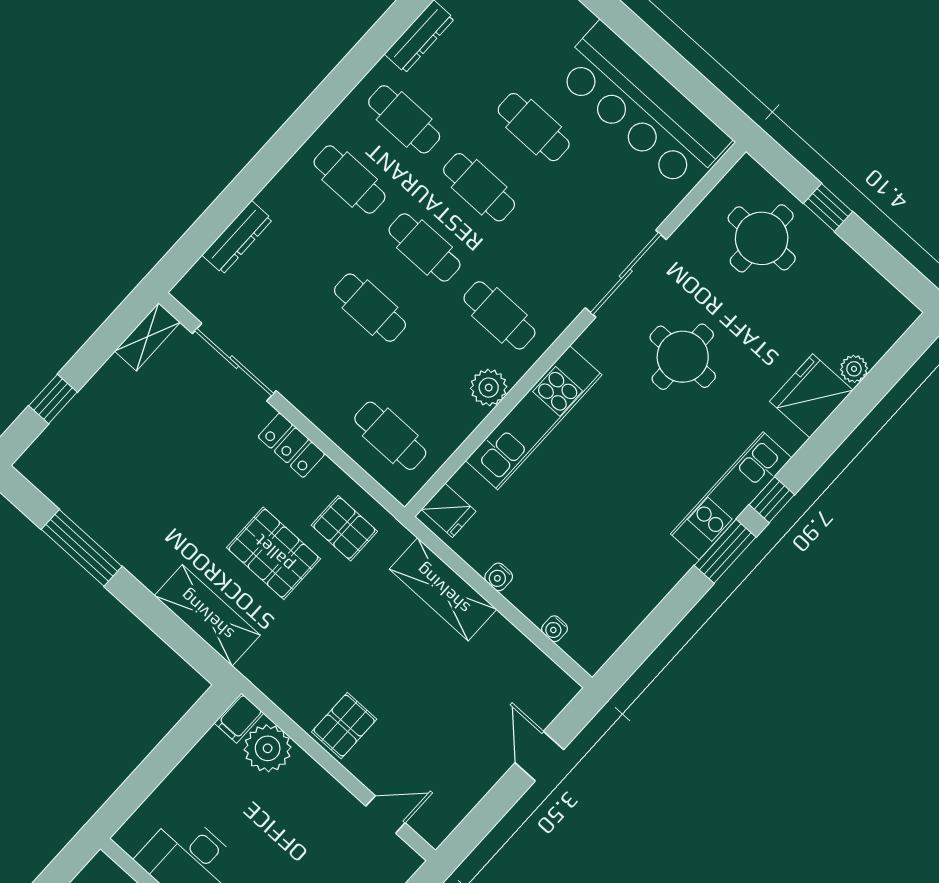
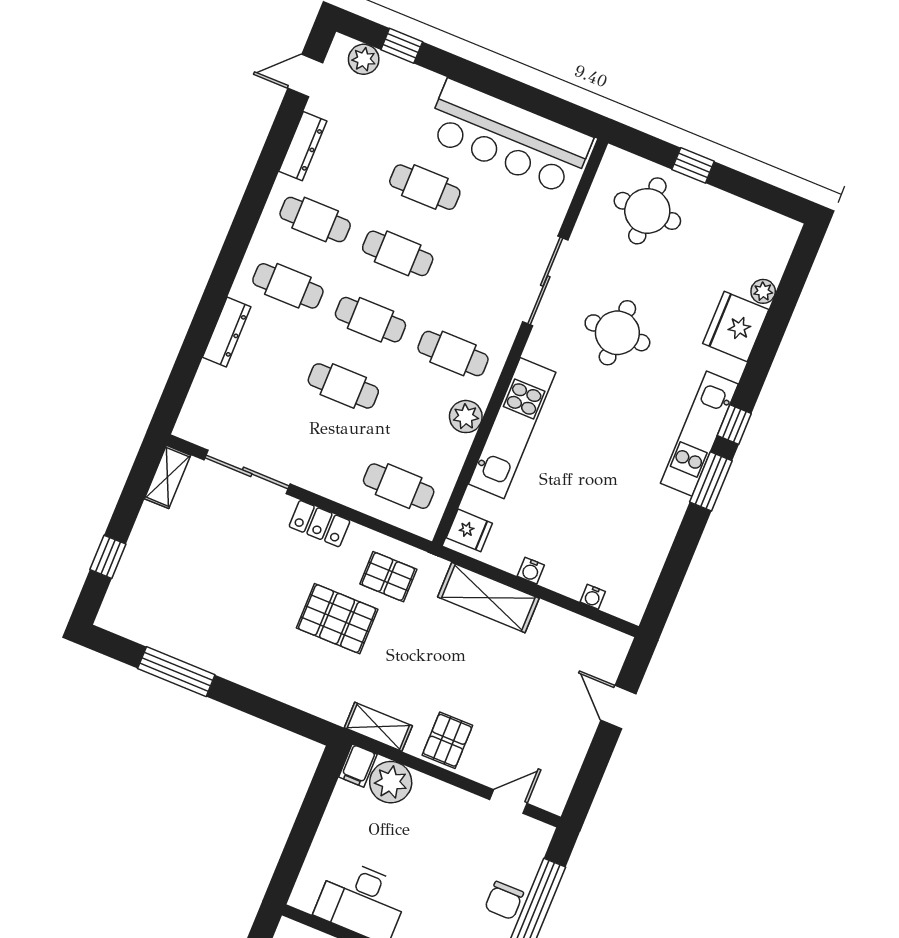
dresser: (237, 237) -> (227, 332), moved
shelving: (207, 615) -> (378, 727), moved, width x0.67, depth x0.75

